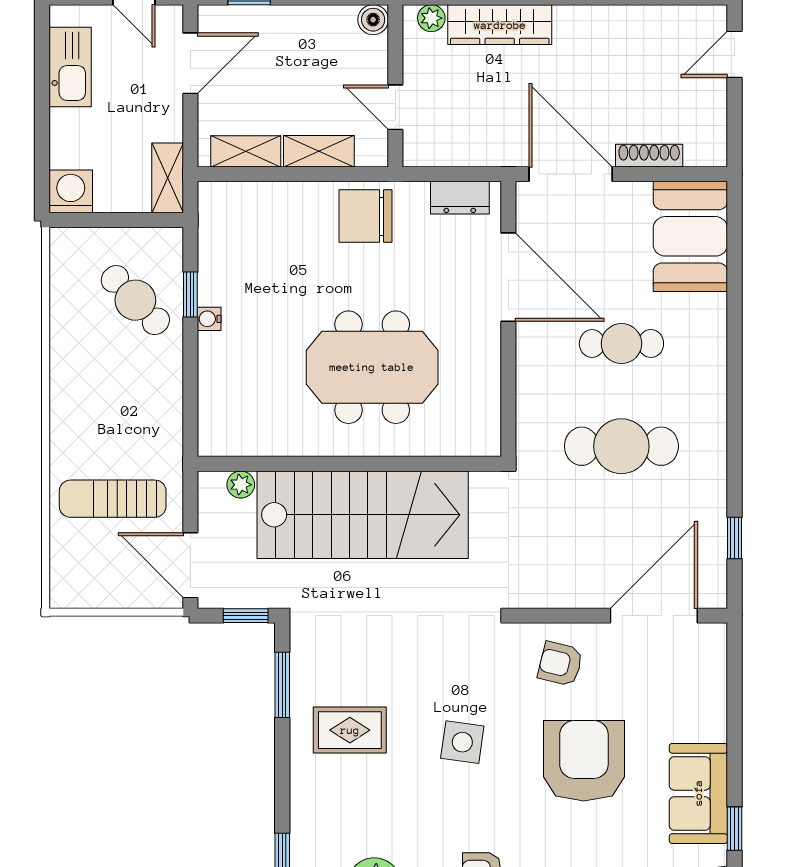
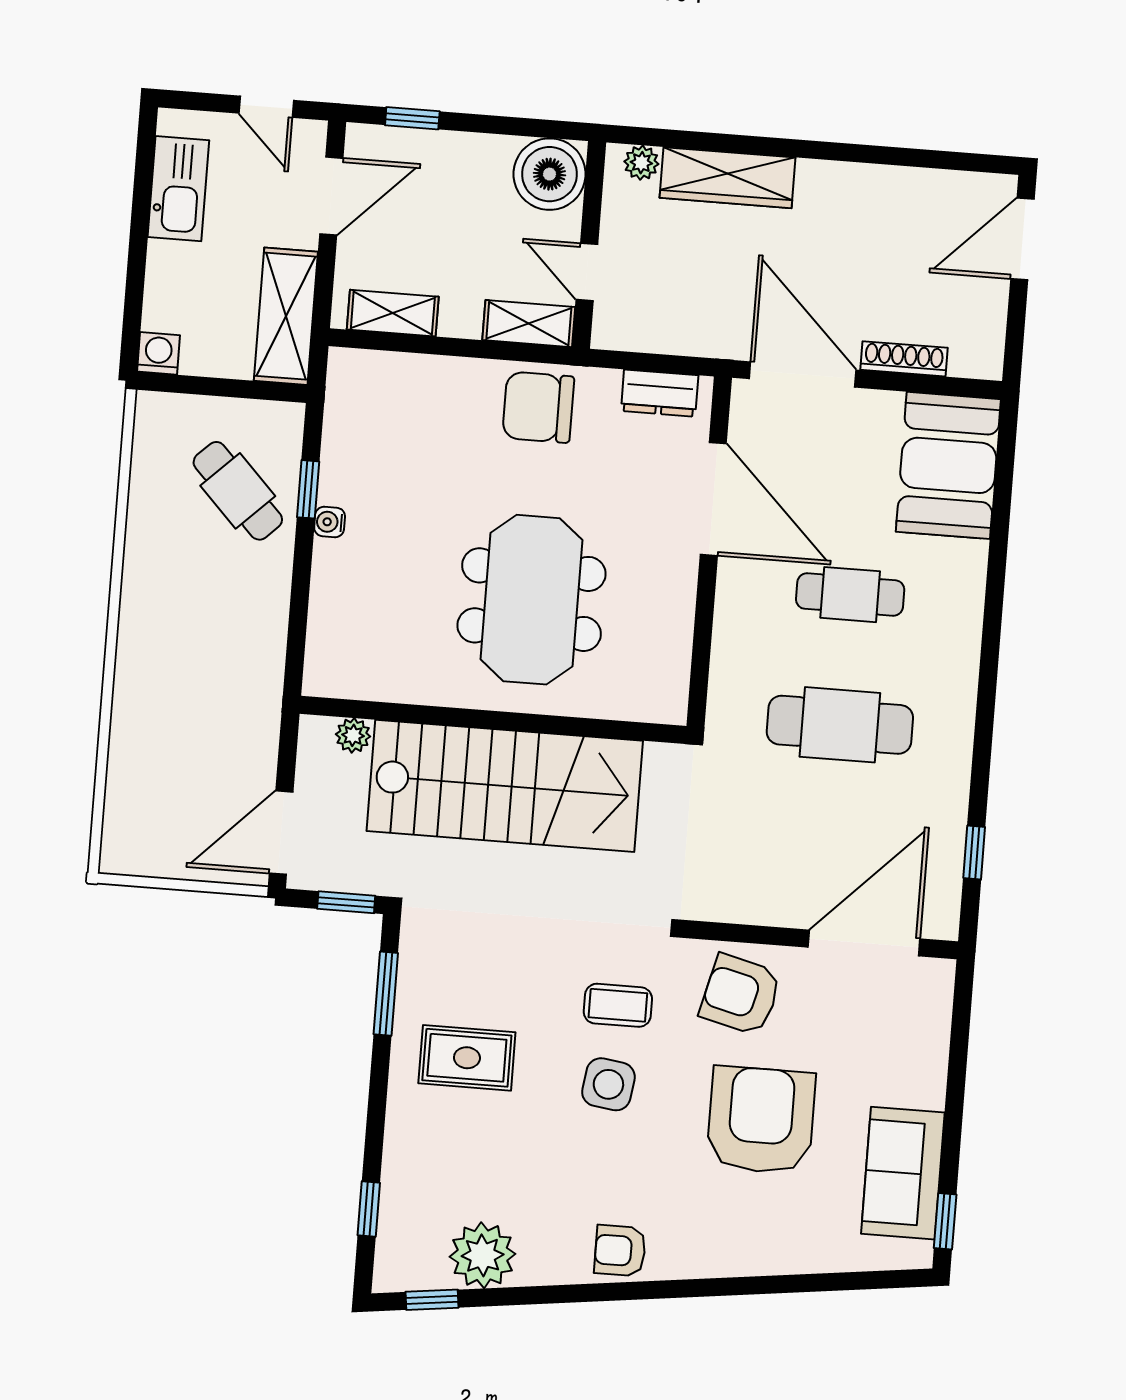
boiler: (373, 20) -> (550, 174), width x1.86, depth x1.86
door: (734, 54) -> (1022, 239), width x1.37
shelving: (319, 151) -> (529, 324), moved
shelving: (168, 178) -> (286, 316), width x1.50, depth x1.33
washing machine: (71, 191) -> (158, 353), width x0.73, depth x0.73
meeting table: (372, 367) -> (532, 600), turned 90
sun lounger: (113, 499) -> (189, 741), removed
door: (190, 565) -> (281, 833), hinge flipped
armchair: (560, 664) -> (741, 995), width x1.38, depth x1.38
coffee table: (465, 680) -> (618, 1005), added

